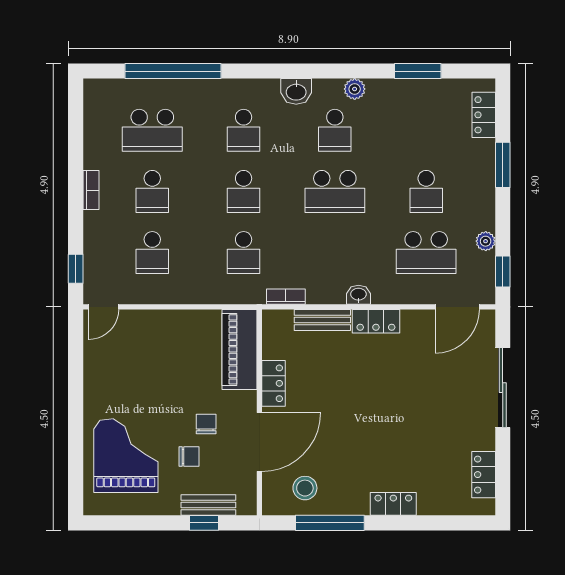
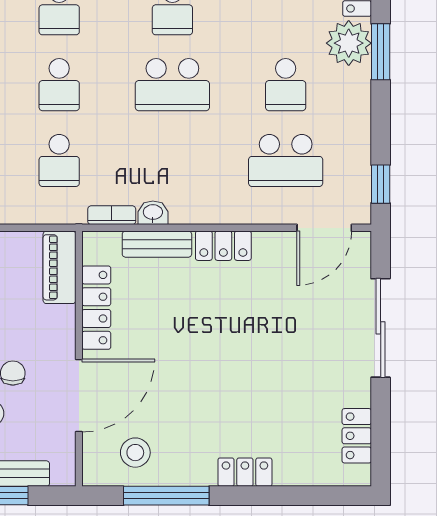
plant: (486, 241) -> (349, 43), moved, width x1.87, depth x1.87
washbasin: (358, 295) -> (153, 213), moved
piano: (240, 349) -> (59, 267), width x0.73, depth x0.75
locker: (274, 383) -> (96, 308), width x1.53

